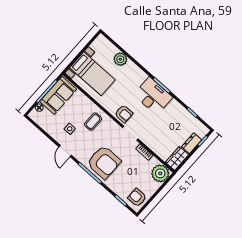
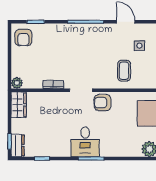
desk: (153, 96) -> (85, 142), width x0.73
dresser: (192, 143) -> (18, 145), moved
armchair: (104, 162) -> (82, 43), removed
plant: (160, 173) -> (17, 83), width x0.53, depth x0.53
armchair: (137, 198) -> (23, 37), turned 90

